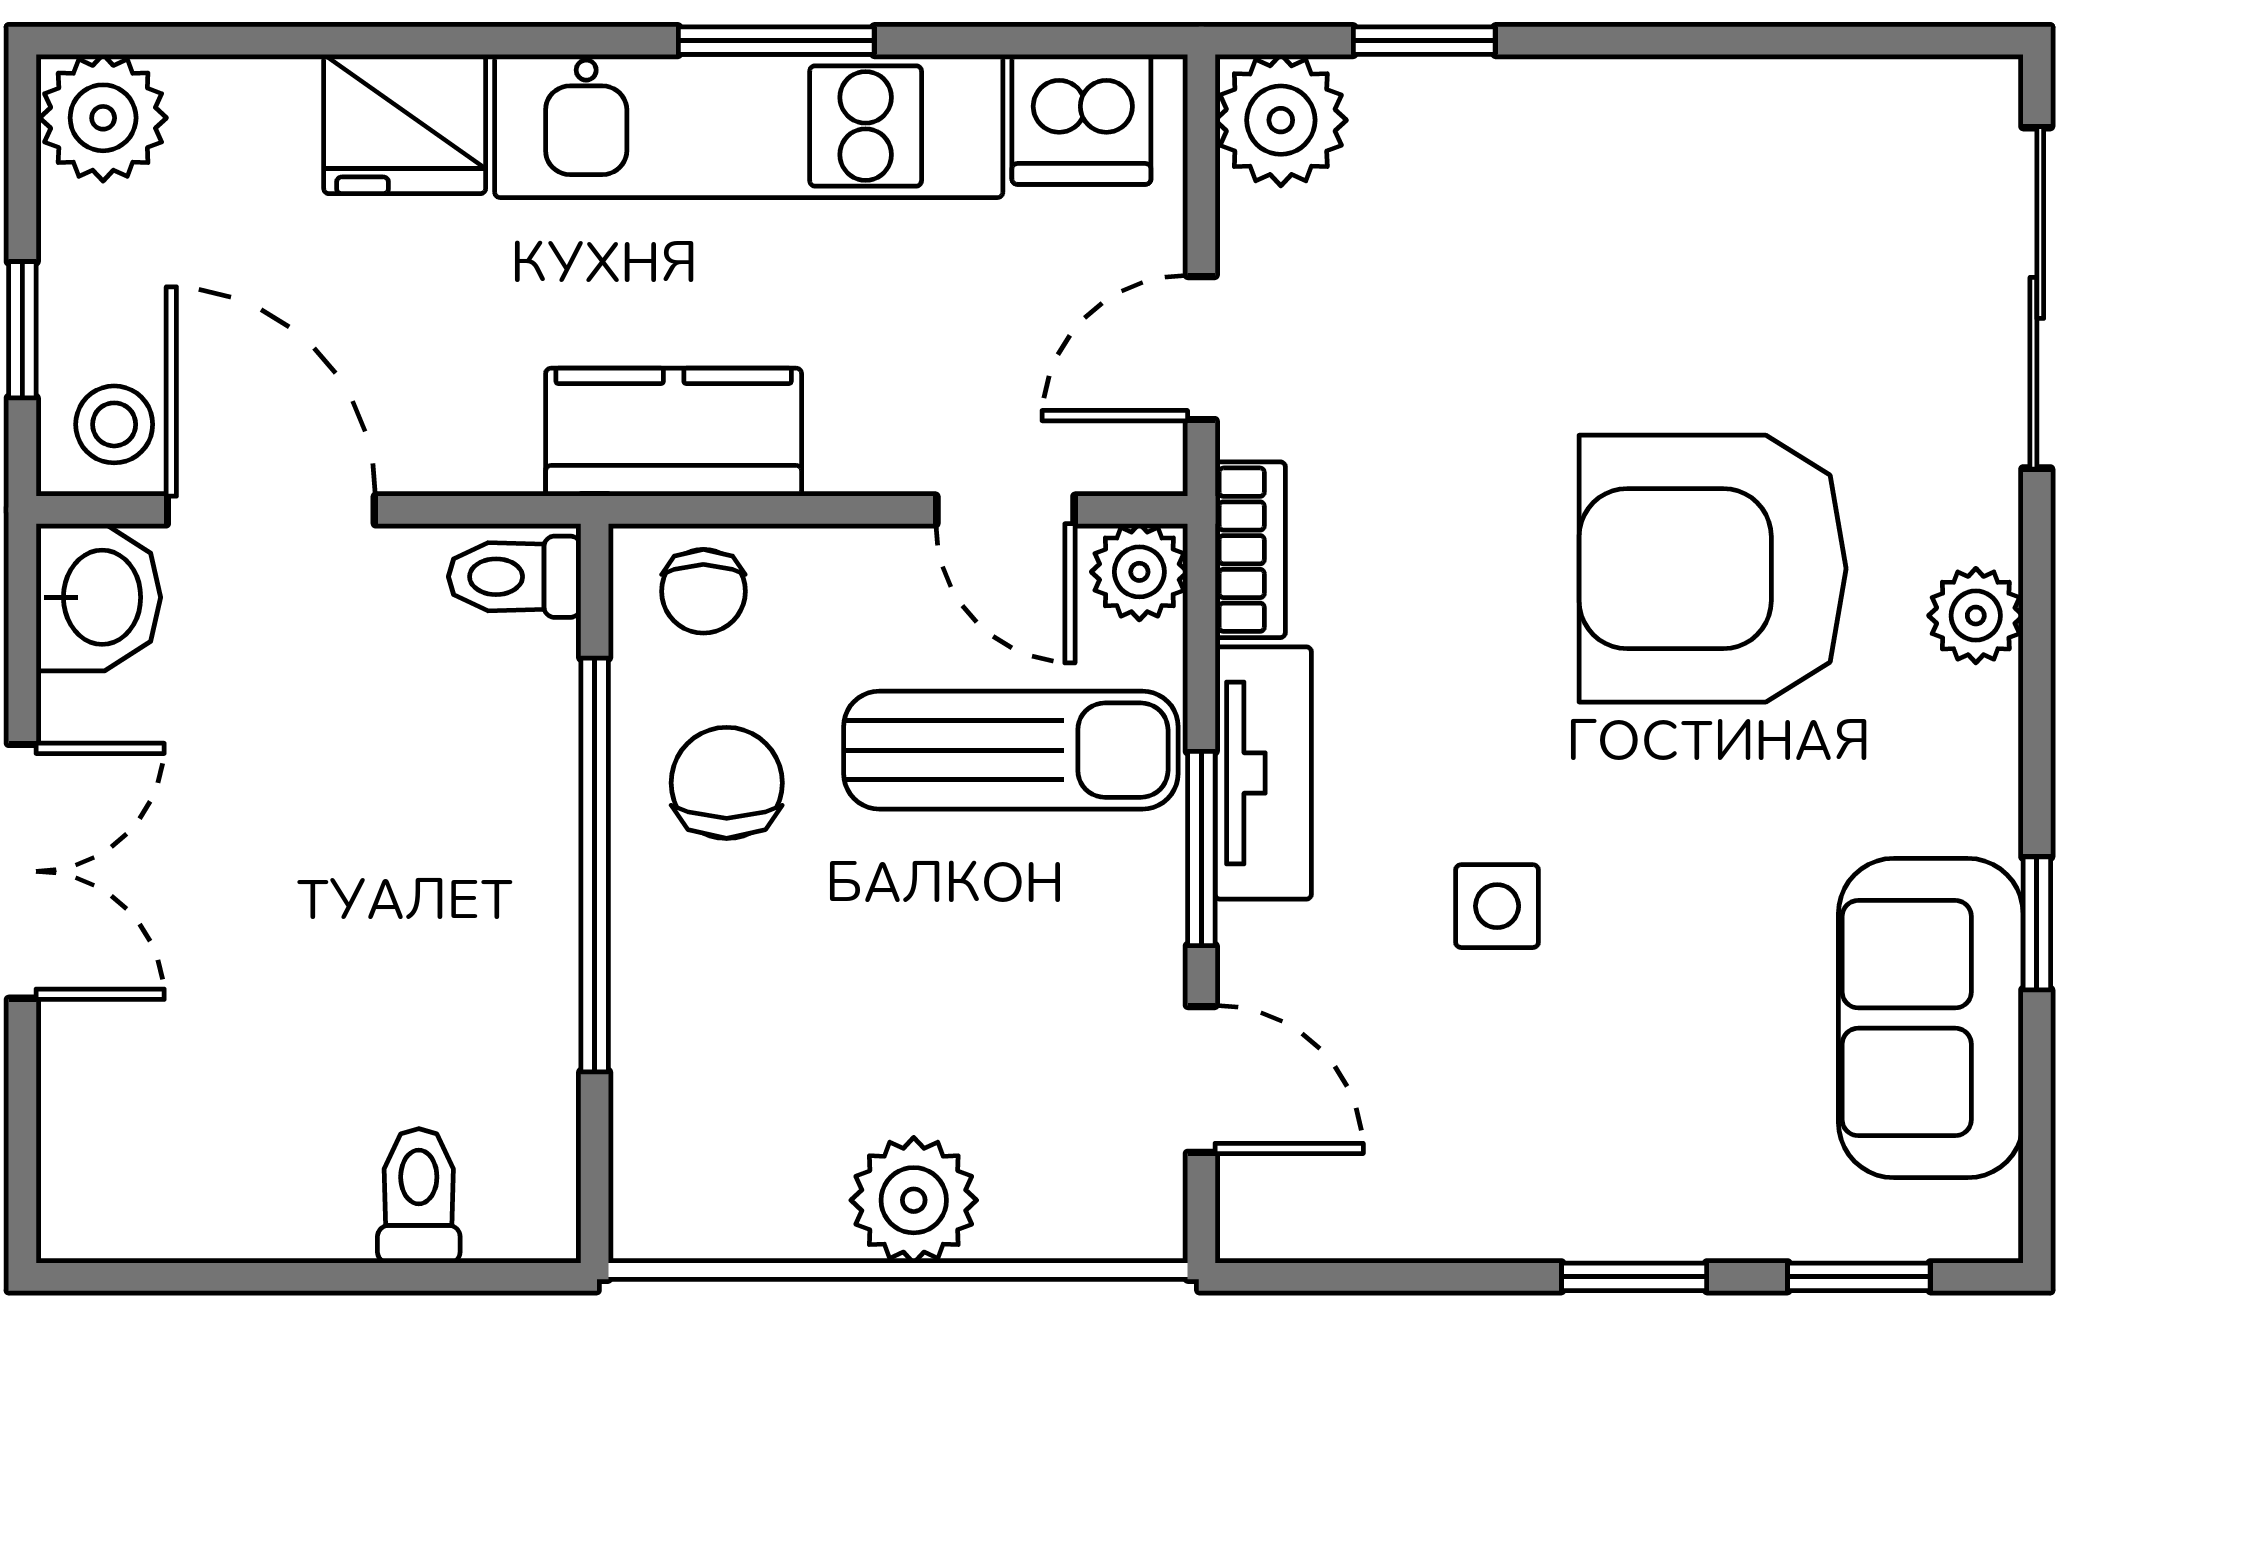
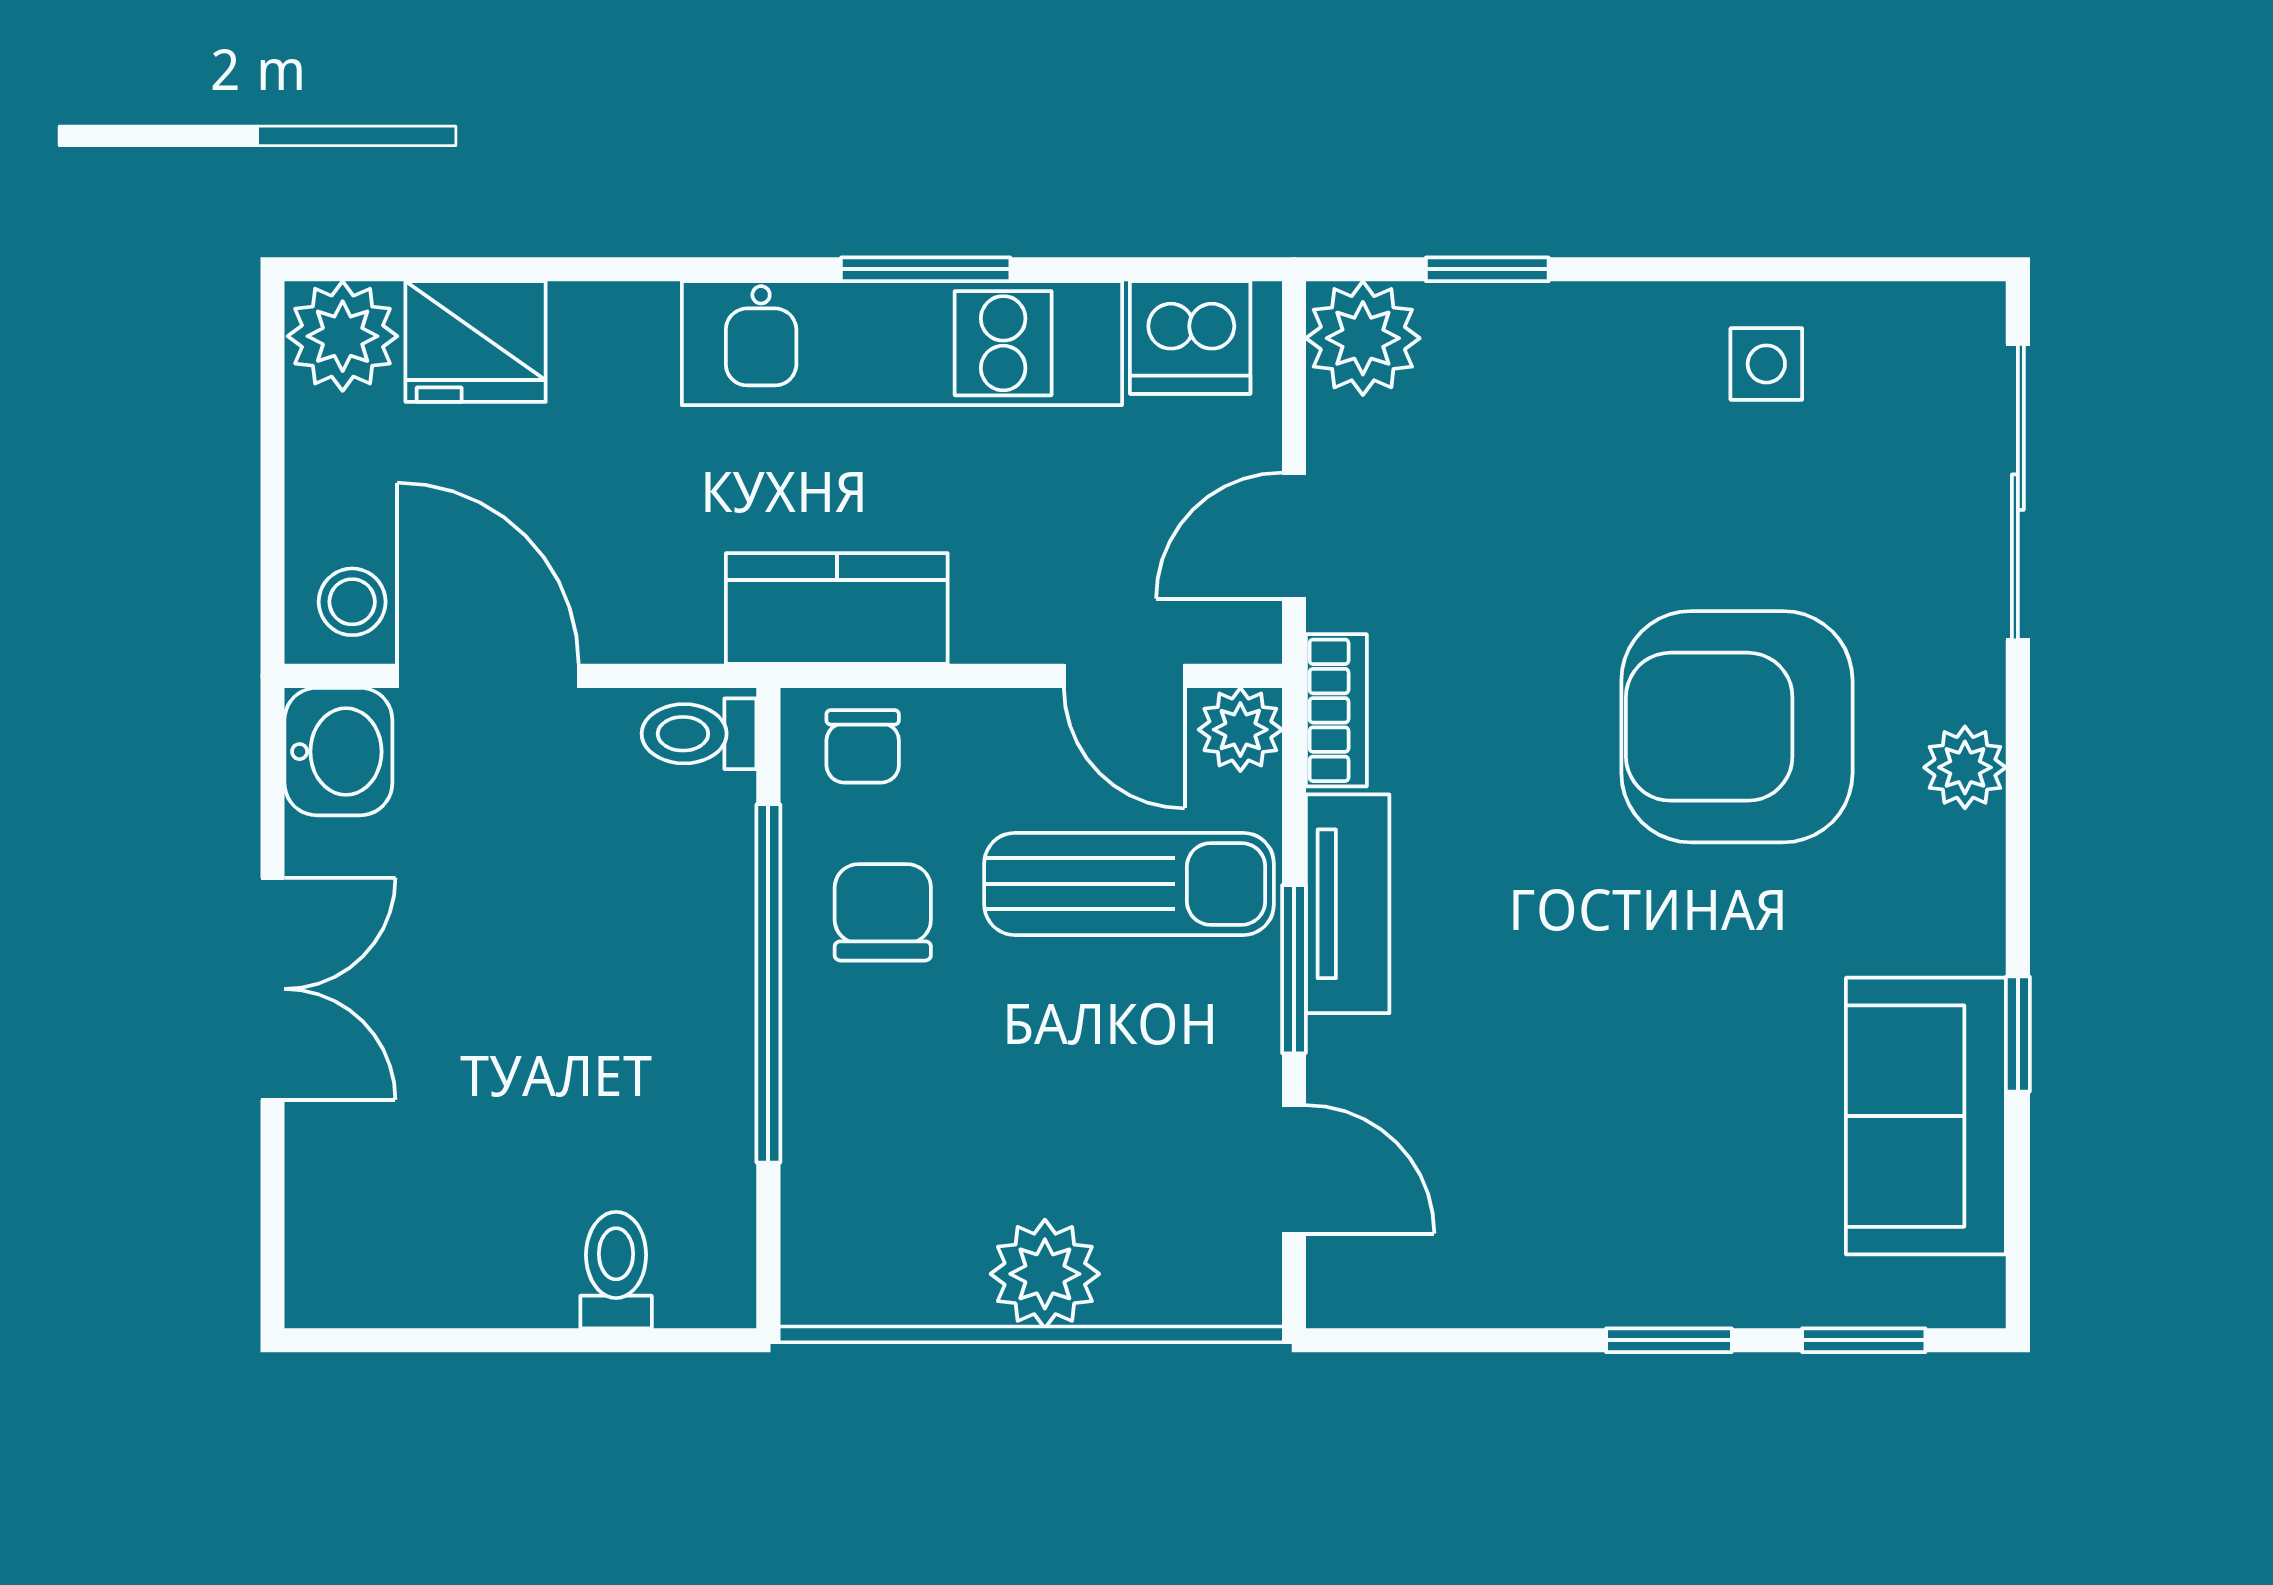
fridge: (405, 124) -> (476, 342), moved
window: (22, 330) -> (273, 520), removed
side table: (1497, 906) -> (1766, 364), moved

